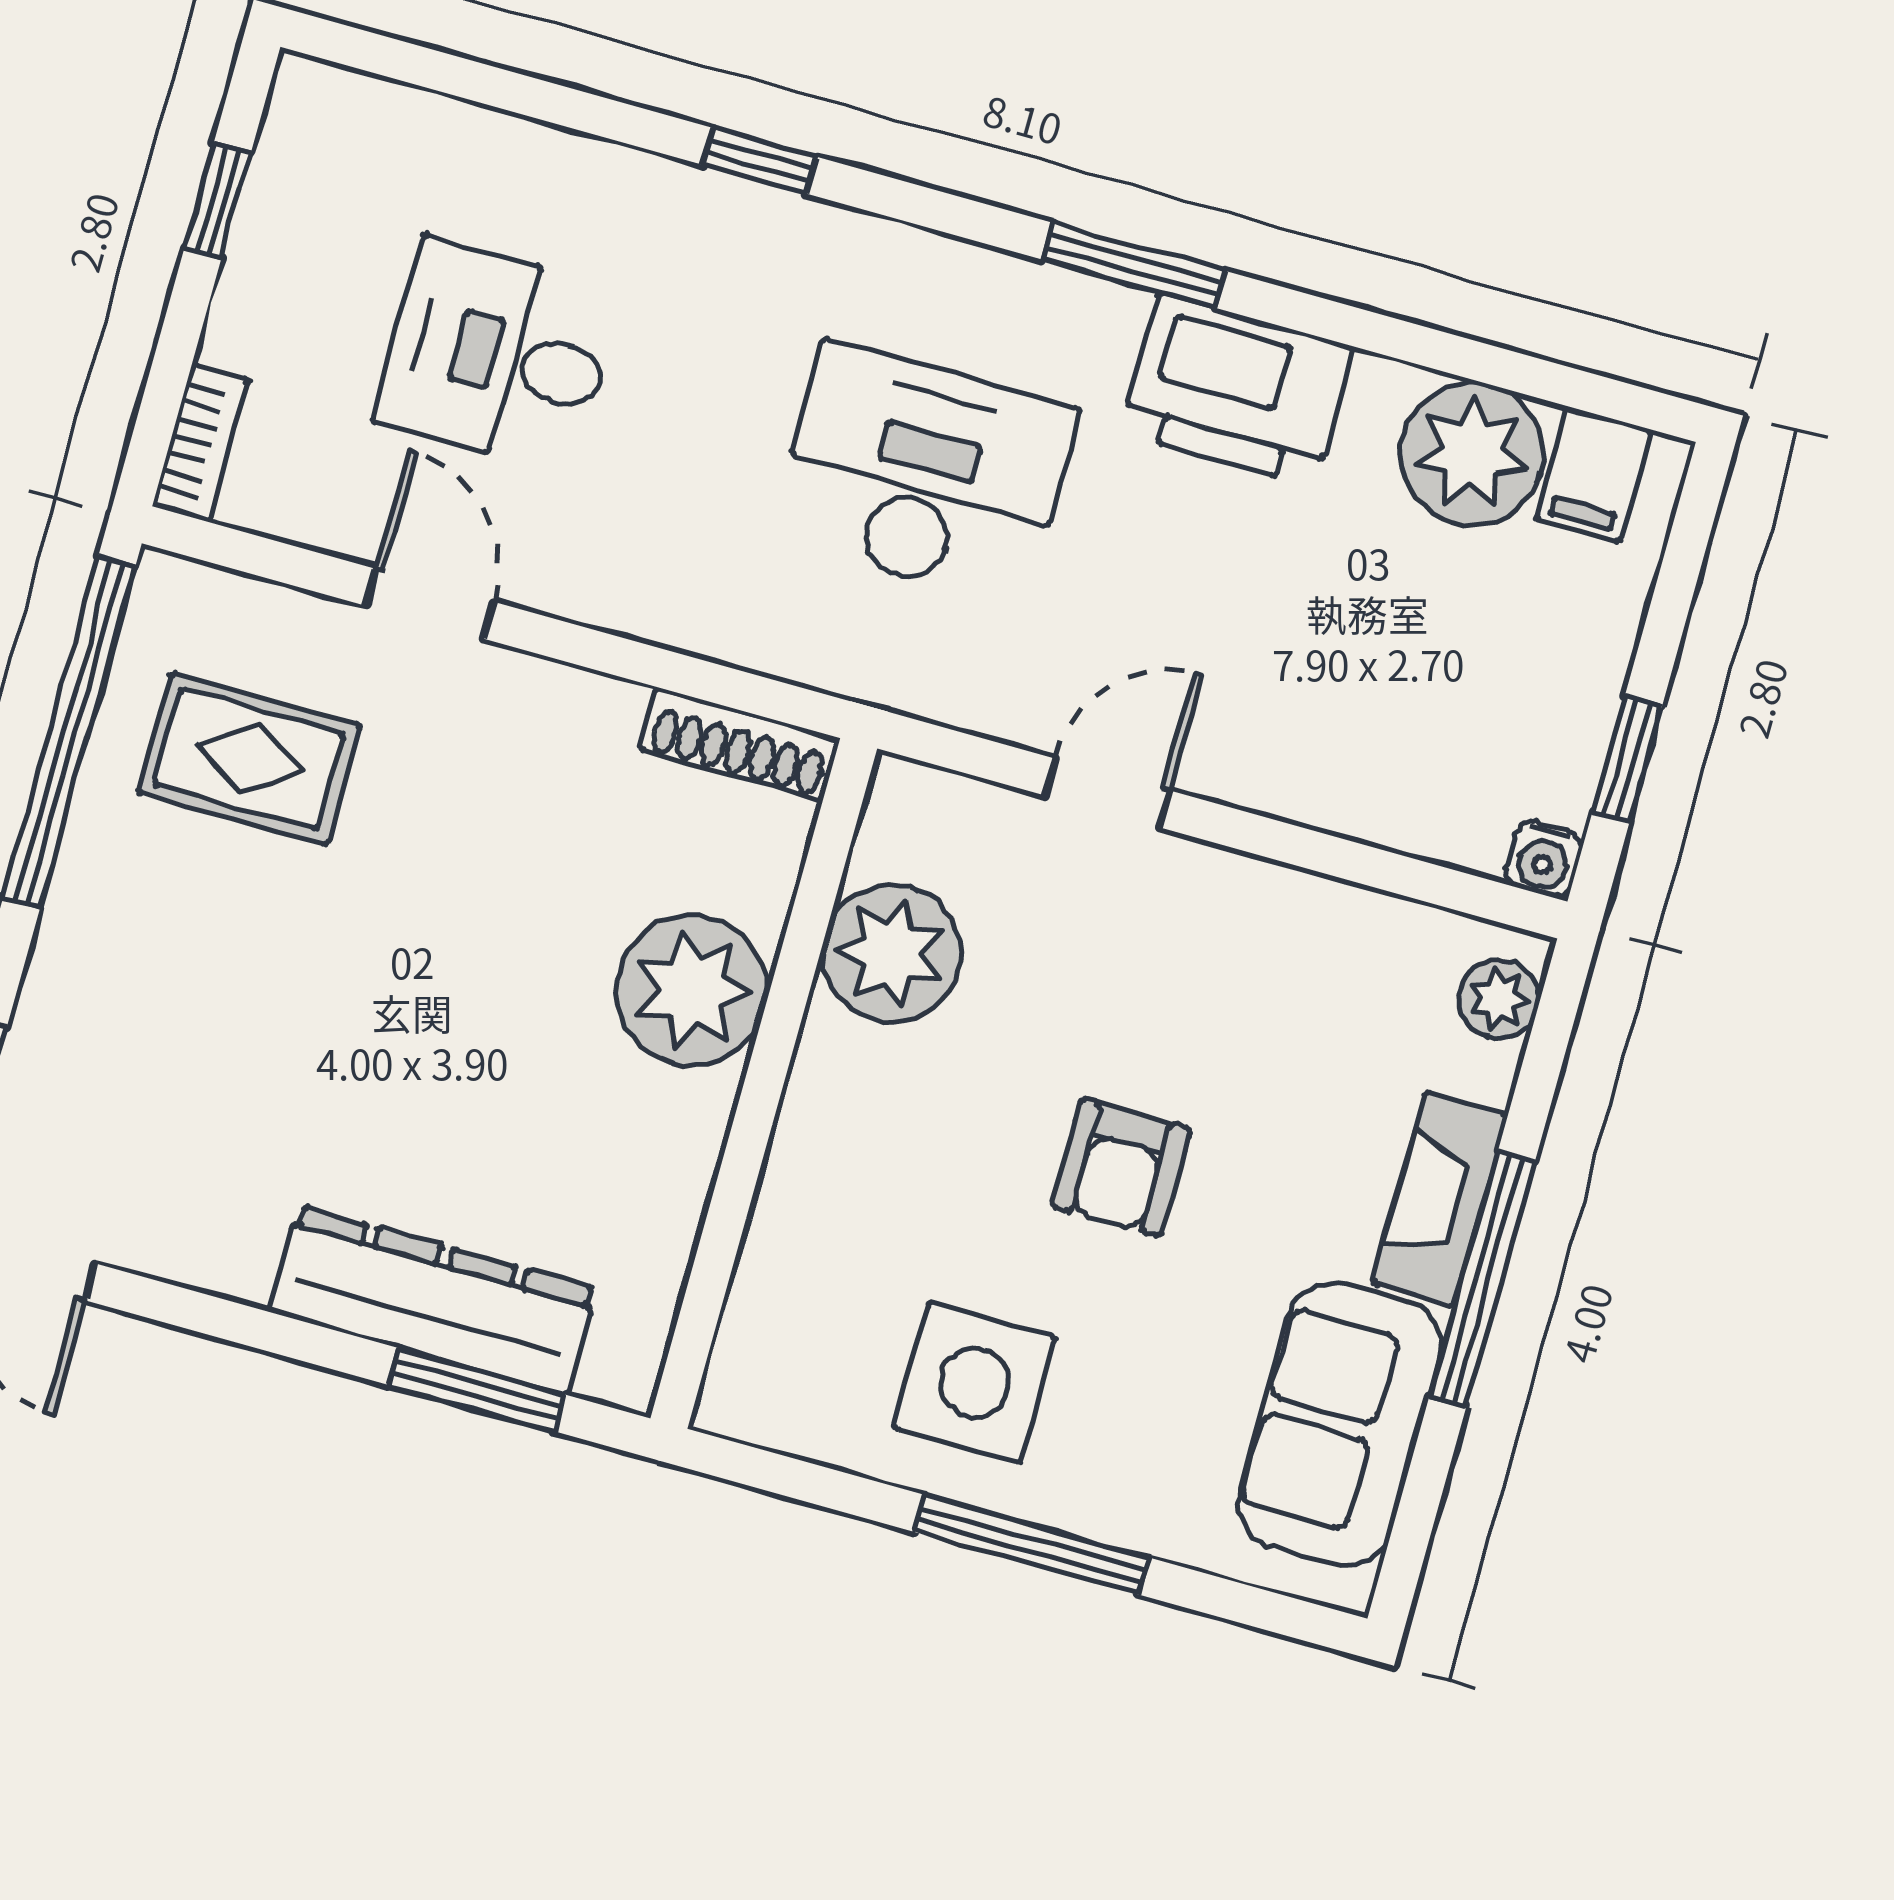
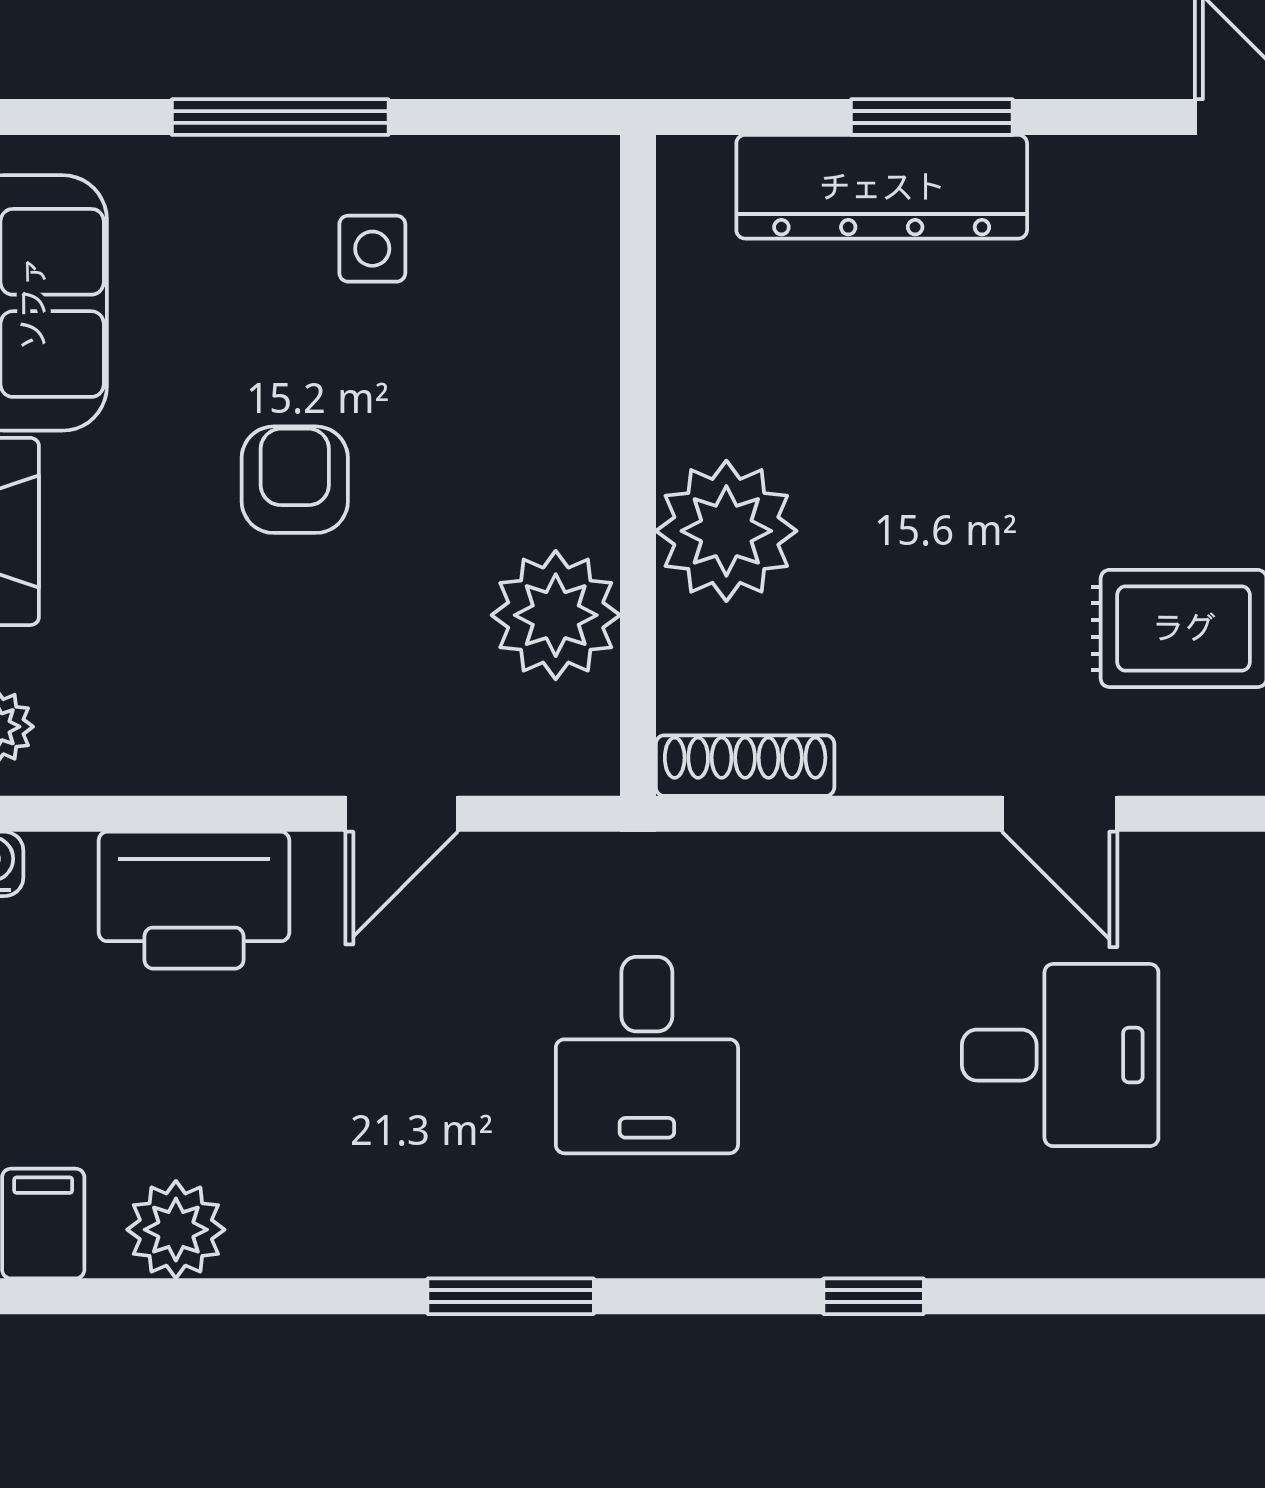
printer: (1237, 390) -> (194, 900), moved, turned 180
plant: (1472, 453) -> (176, 1230), width x0.73, depth x0.73
desk: (924, 474) -> (647, 1055), width x0.73
side table: (975, 1383) -> (372, 249), width x0.54, depth x0.54
window: (477, 1390) -> (932, 117), moved

